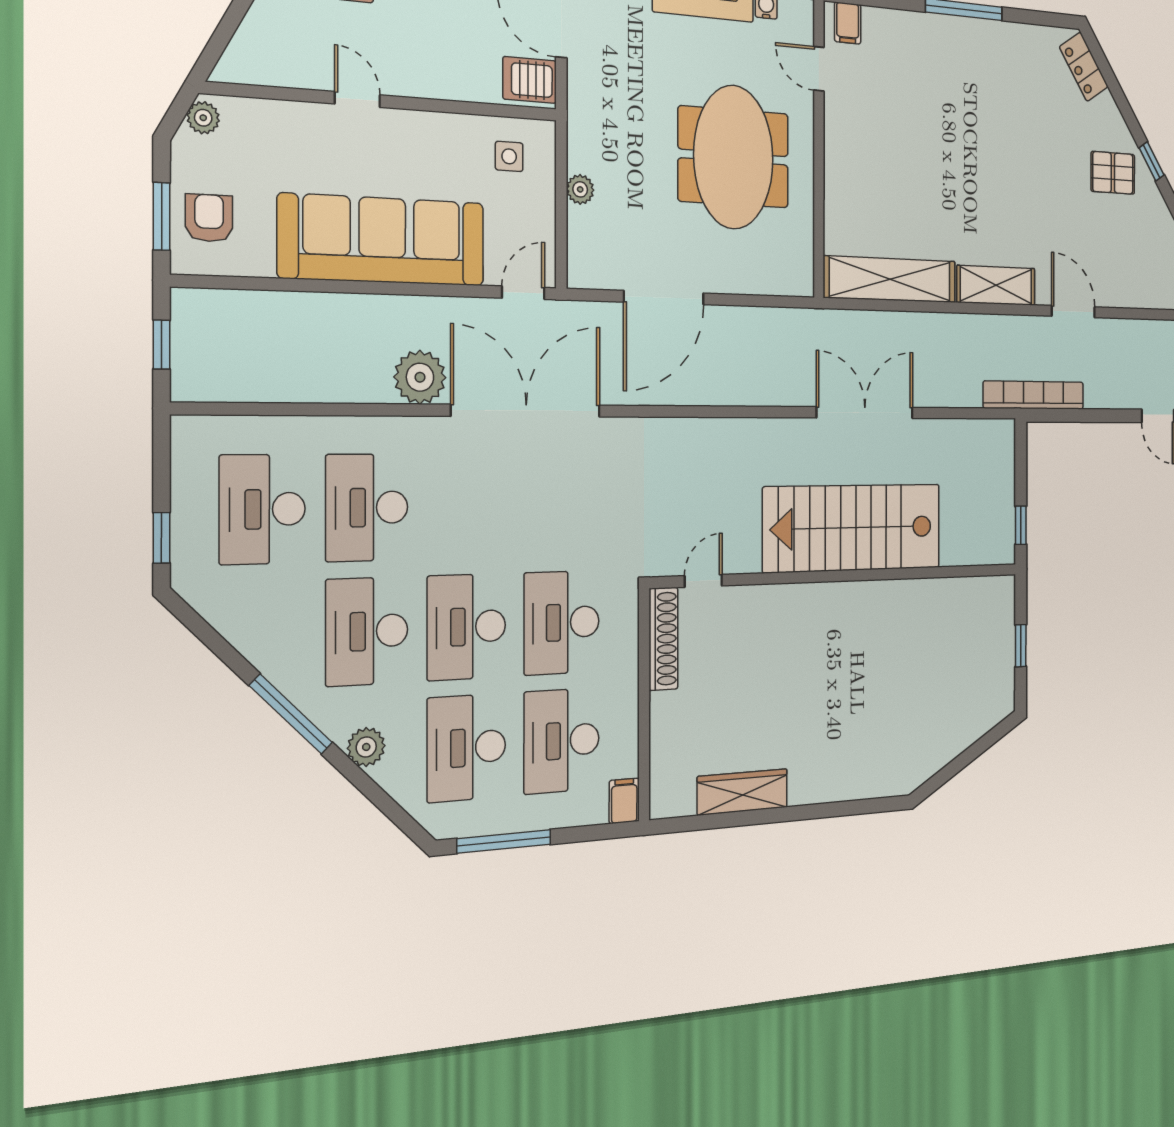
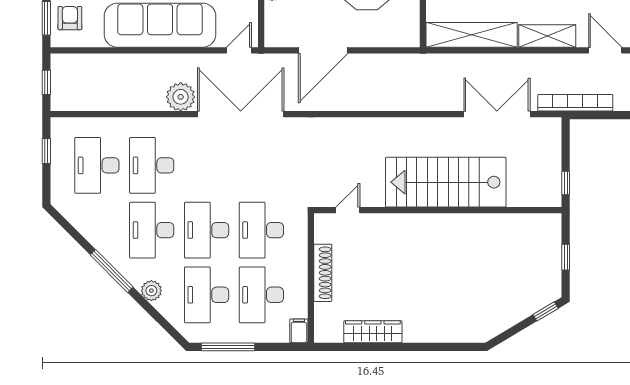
double door: (865, 413) -> (497, 114), moved
window: (162, 538) -> (46, 151), moved
shoe rack: (663, 639) -> (323, 273), moved
window: (993, 736) -> (546, 311), added

